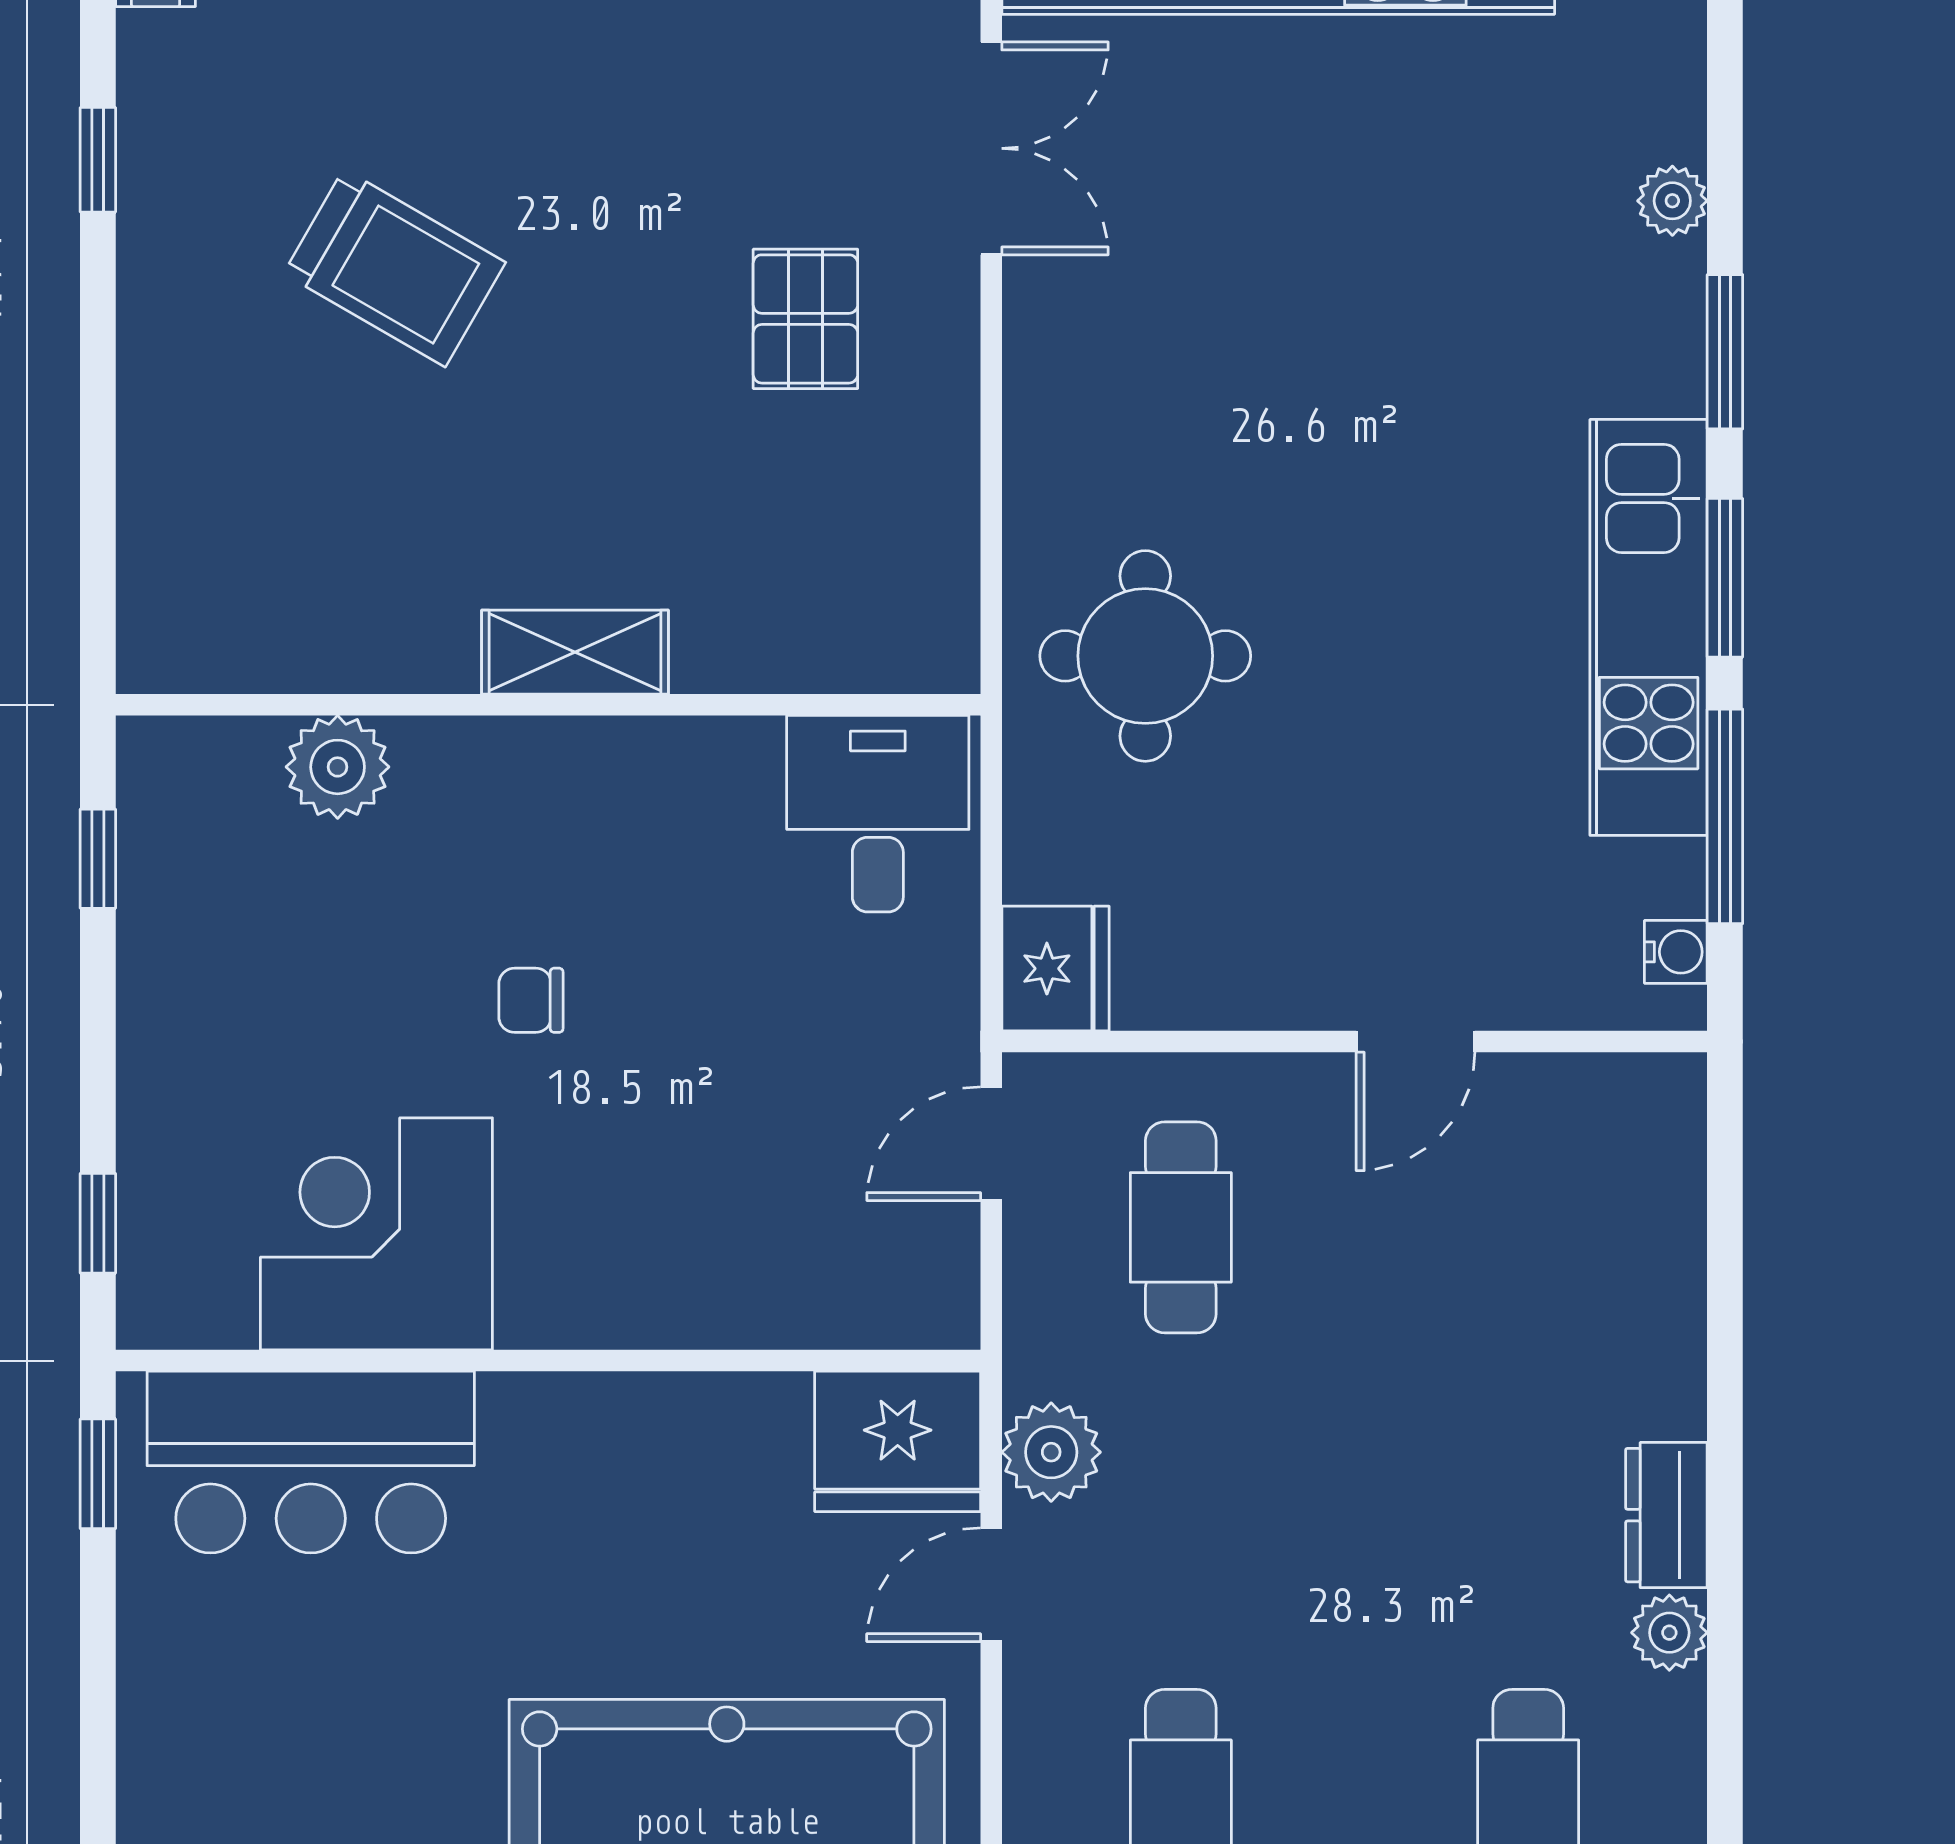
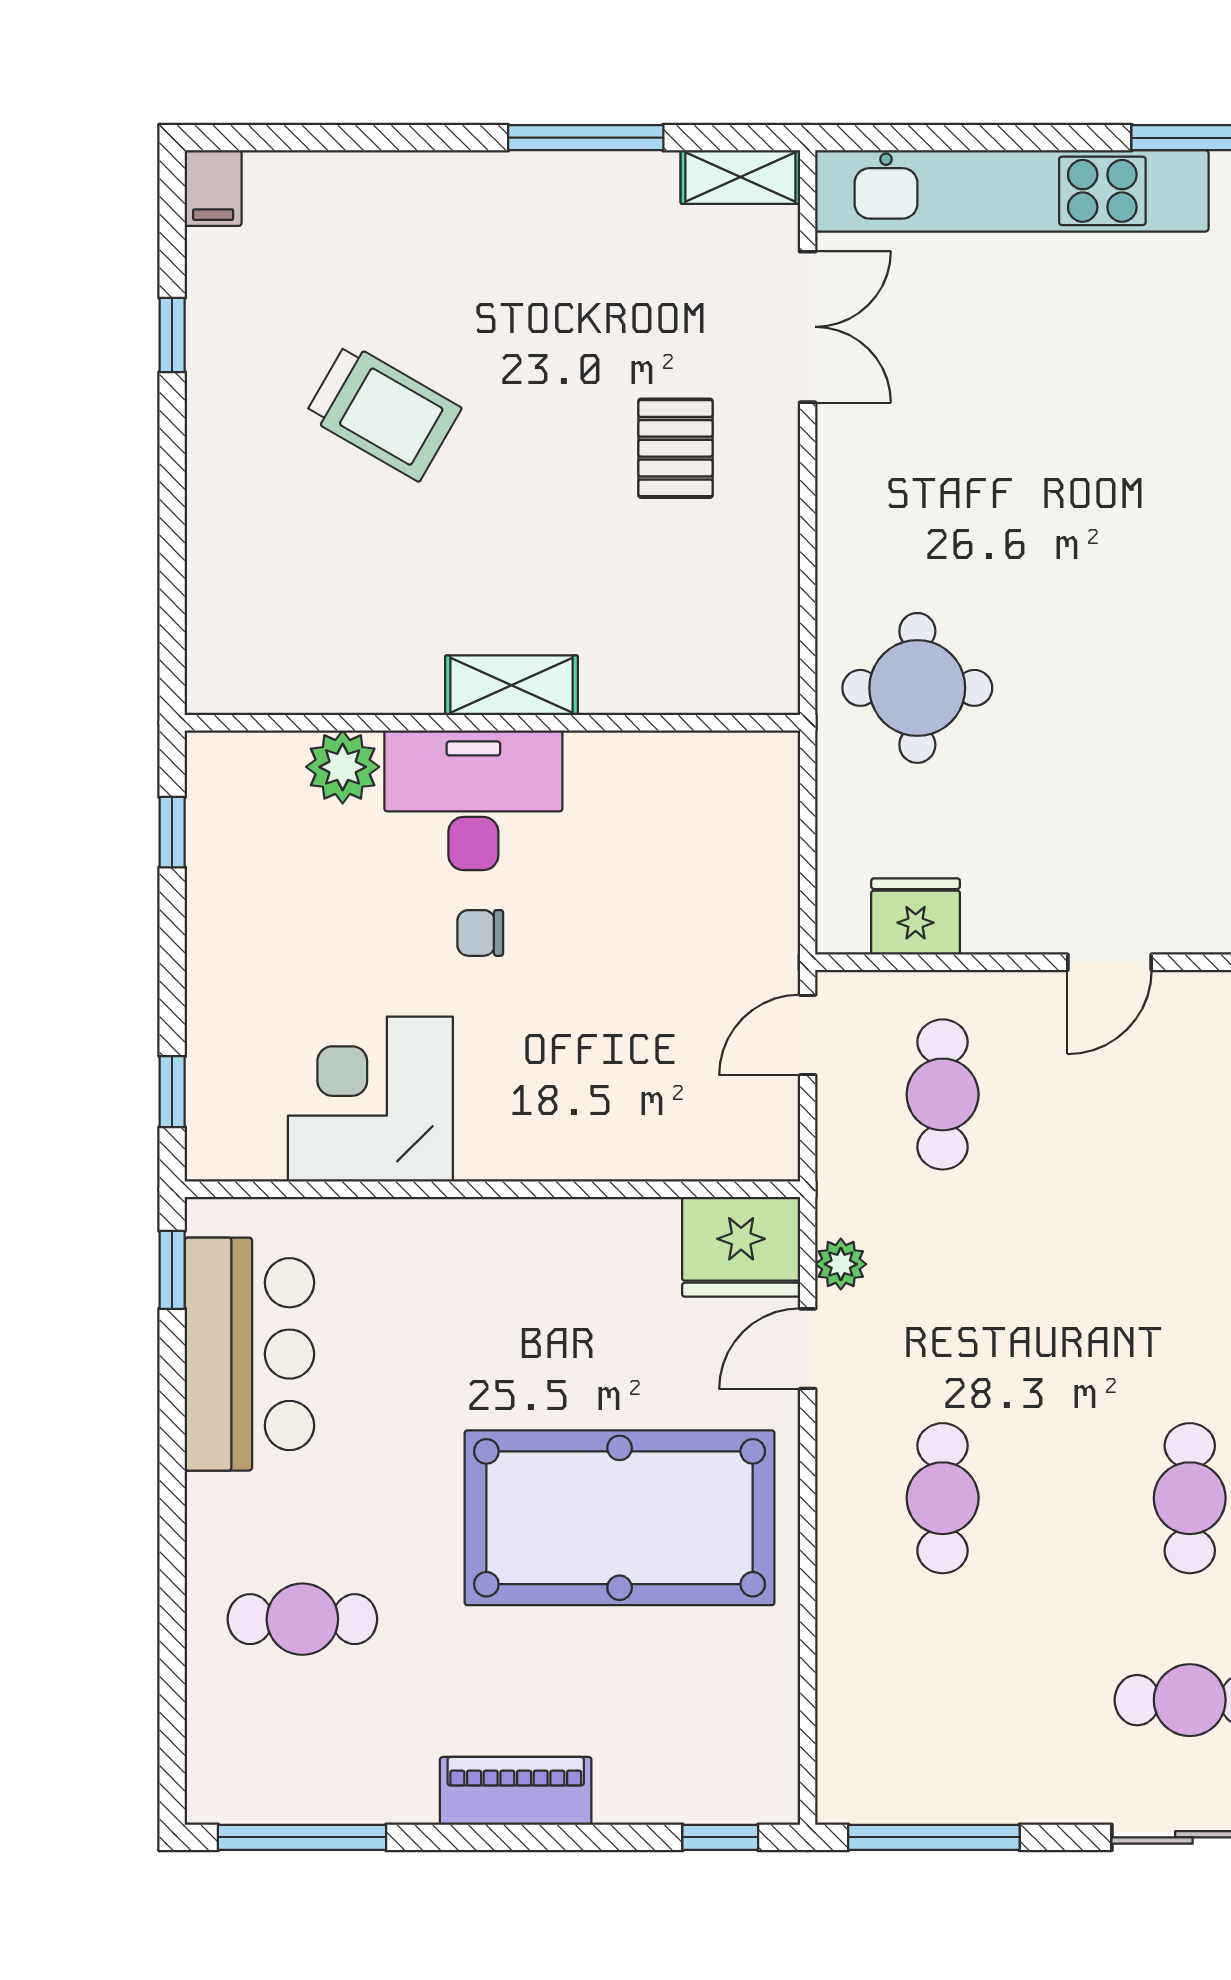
desk: (878, 814) -> (473, 800), moved, width x1.37
fridge: (1055, 969) -> (916, 917), moved, turned -90
plant: (1051, 1452) -> (841, 1264), width x0.73, depth x0.73
bar counter: (311, 1462) -> (249, 1354), moved, turned -90

